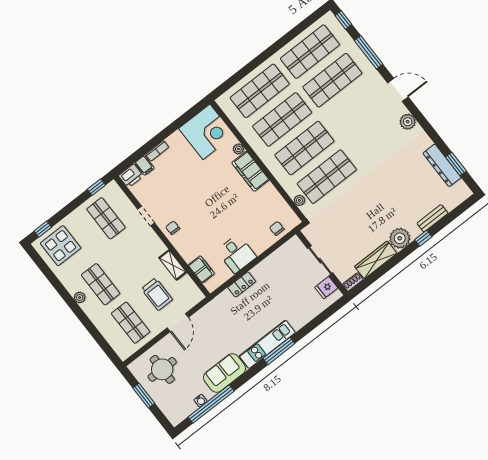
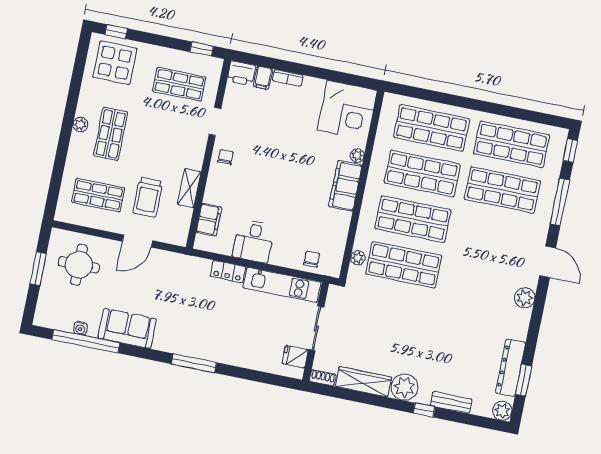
plant: (463, 192) -> (502, 411), added
shop shelf: (106, 218) -> (179, 84), turned 90
shop shelf: (131, 323) -> (98, 195), turned 90
kitchen unit: (267, 344) -> (282, 285), moved, turned 180

